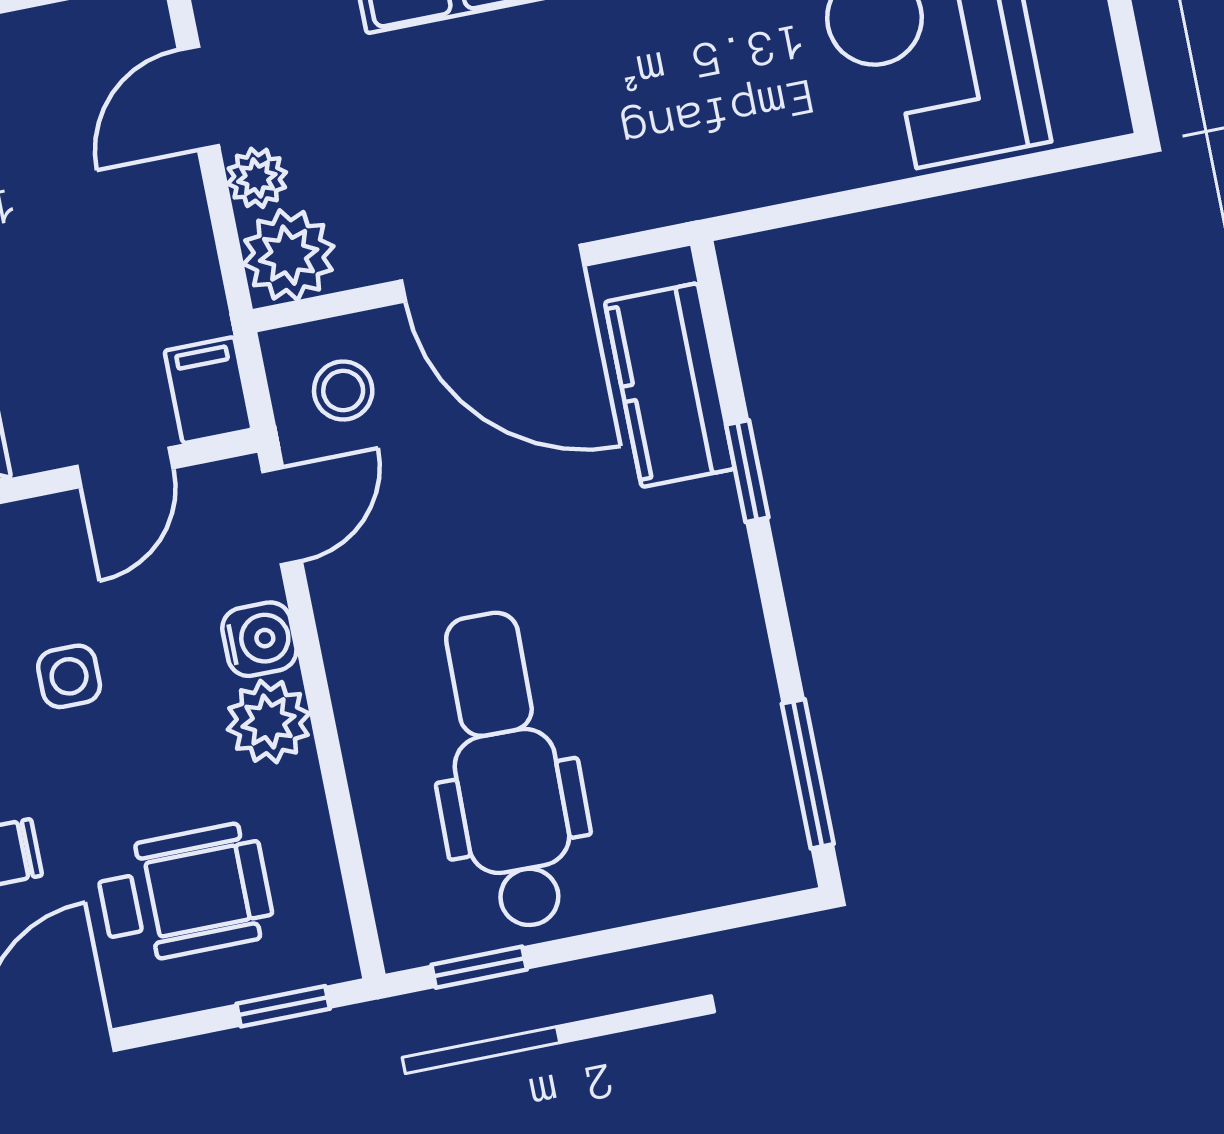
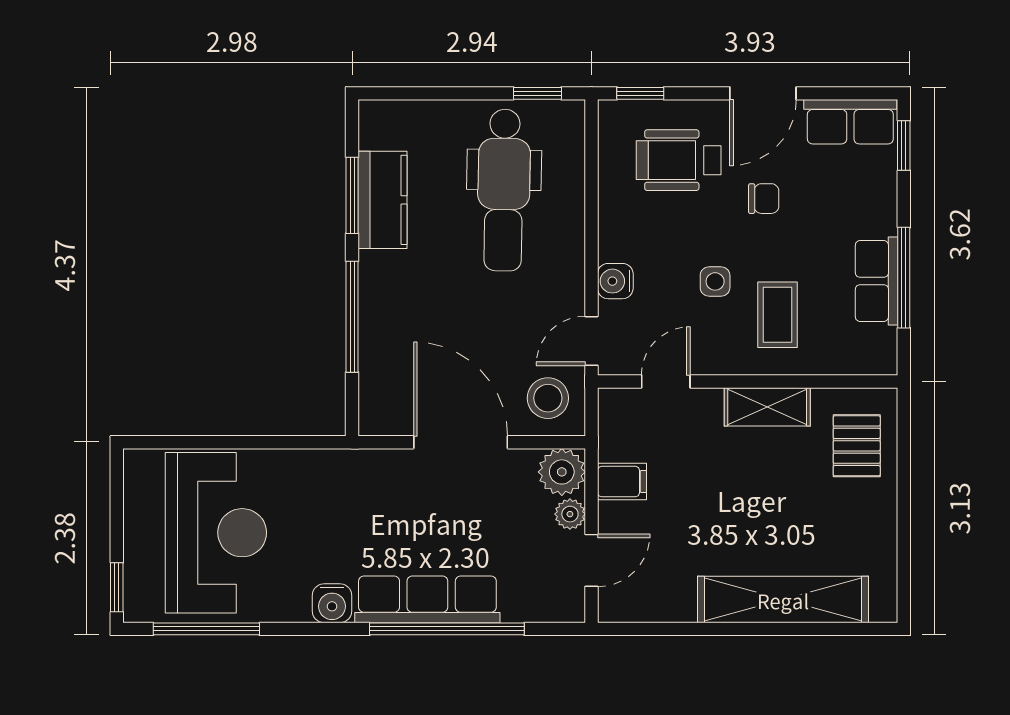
kitchen counter: (670, 385) -> (383, 200), moved
filing cabinet: (209, 390) -> (622, 482), moved, turned -90
stool: (343, 390) -> (548, 398), width x1.37, depth x1.37
window: (747, 471) -> (352, 317), width x2.17
plant: (269, 721) -> (619, 239), removed
window: (808, 774) -> (352, 195), moved

